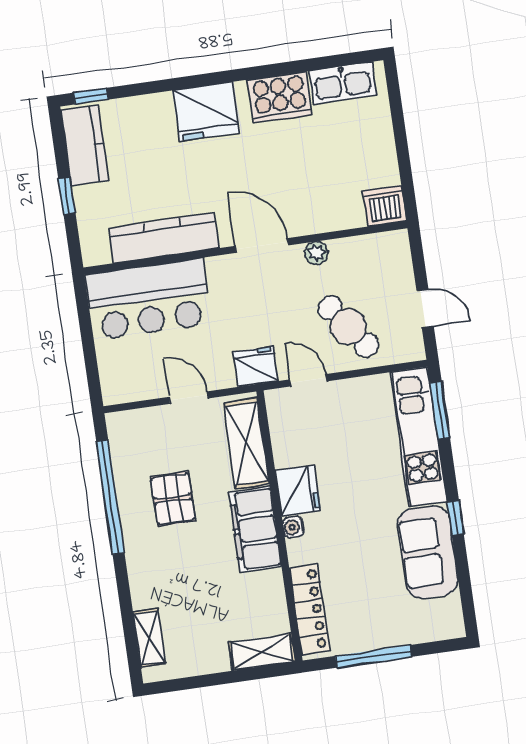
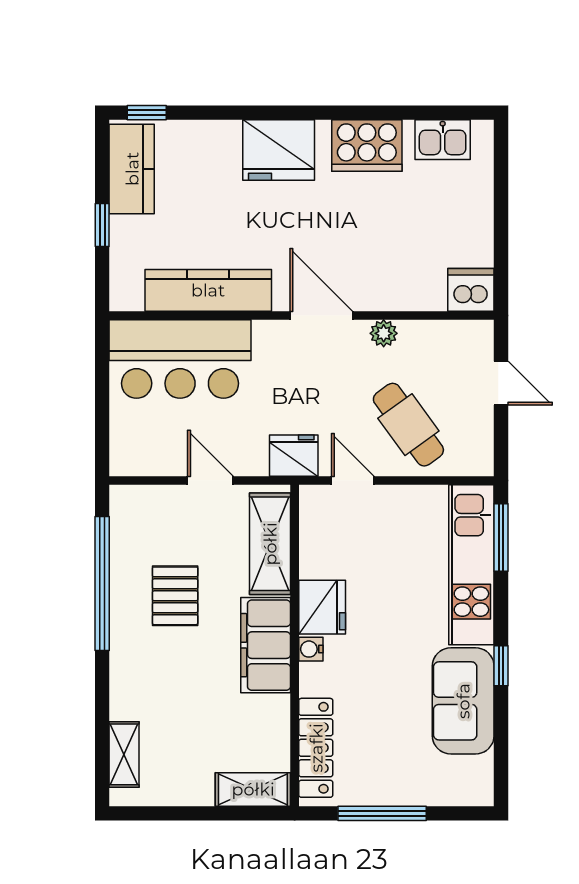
kitchen sink: (343, 83) -> (443, 140), width x0.73
door: (425, 309) -> (501, 383), moved

